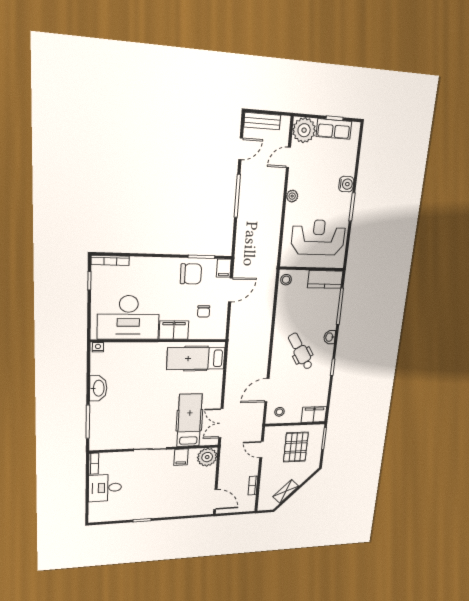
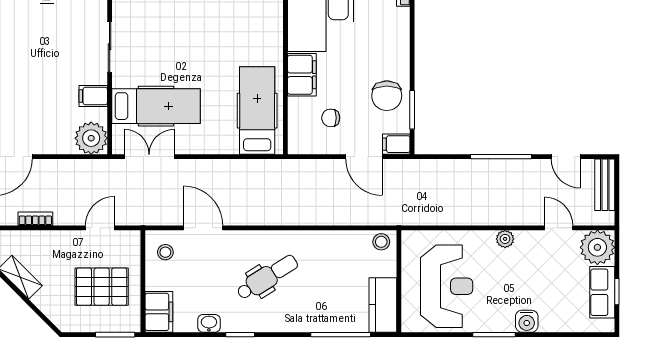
washbasin: (330, 337) -> (209, 323), moved

